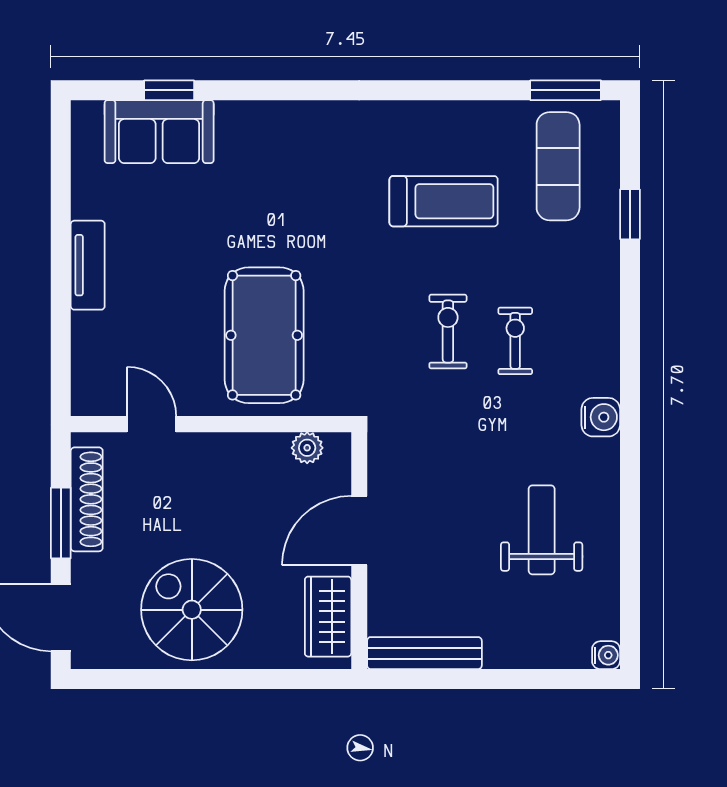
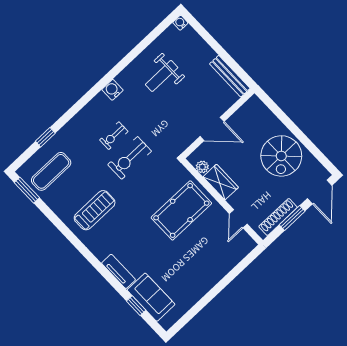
treadmill: (444, 201) -> (95, 210), moved, turned 90
tv unit: (88, 265) -> (119, 271), moved, turned 90
exercise bike: (448, 331) -> (130, 158), width x1.38, depth x1.39
wardrobe: (328, 617) -> (221, 182), moved, turned -90

